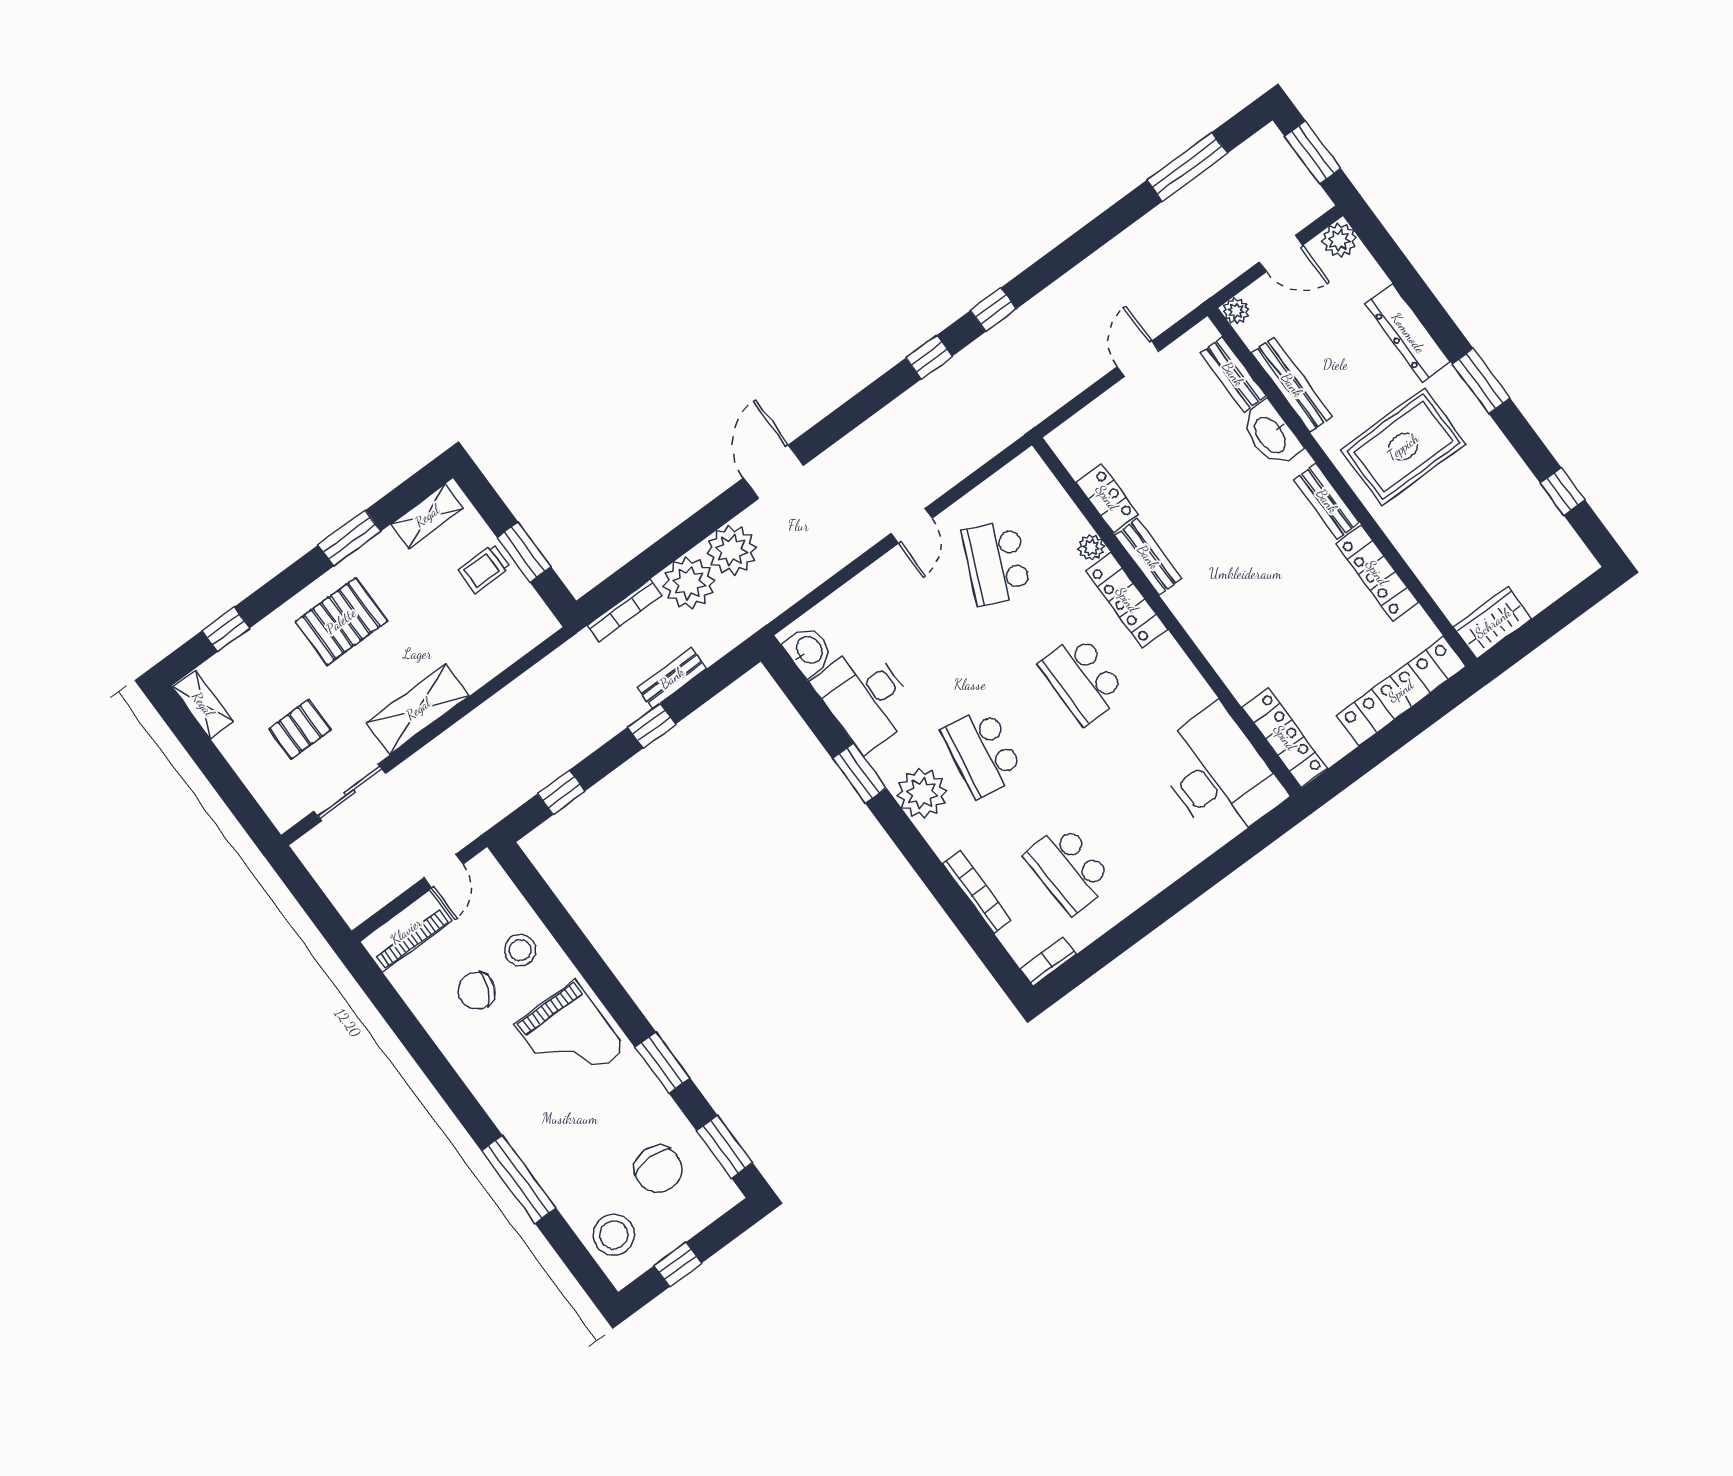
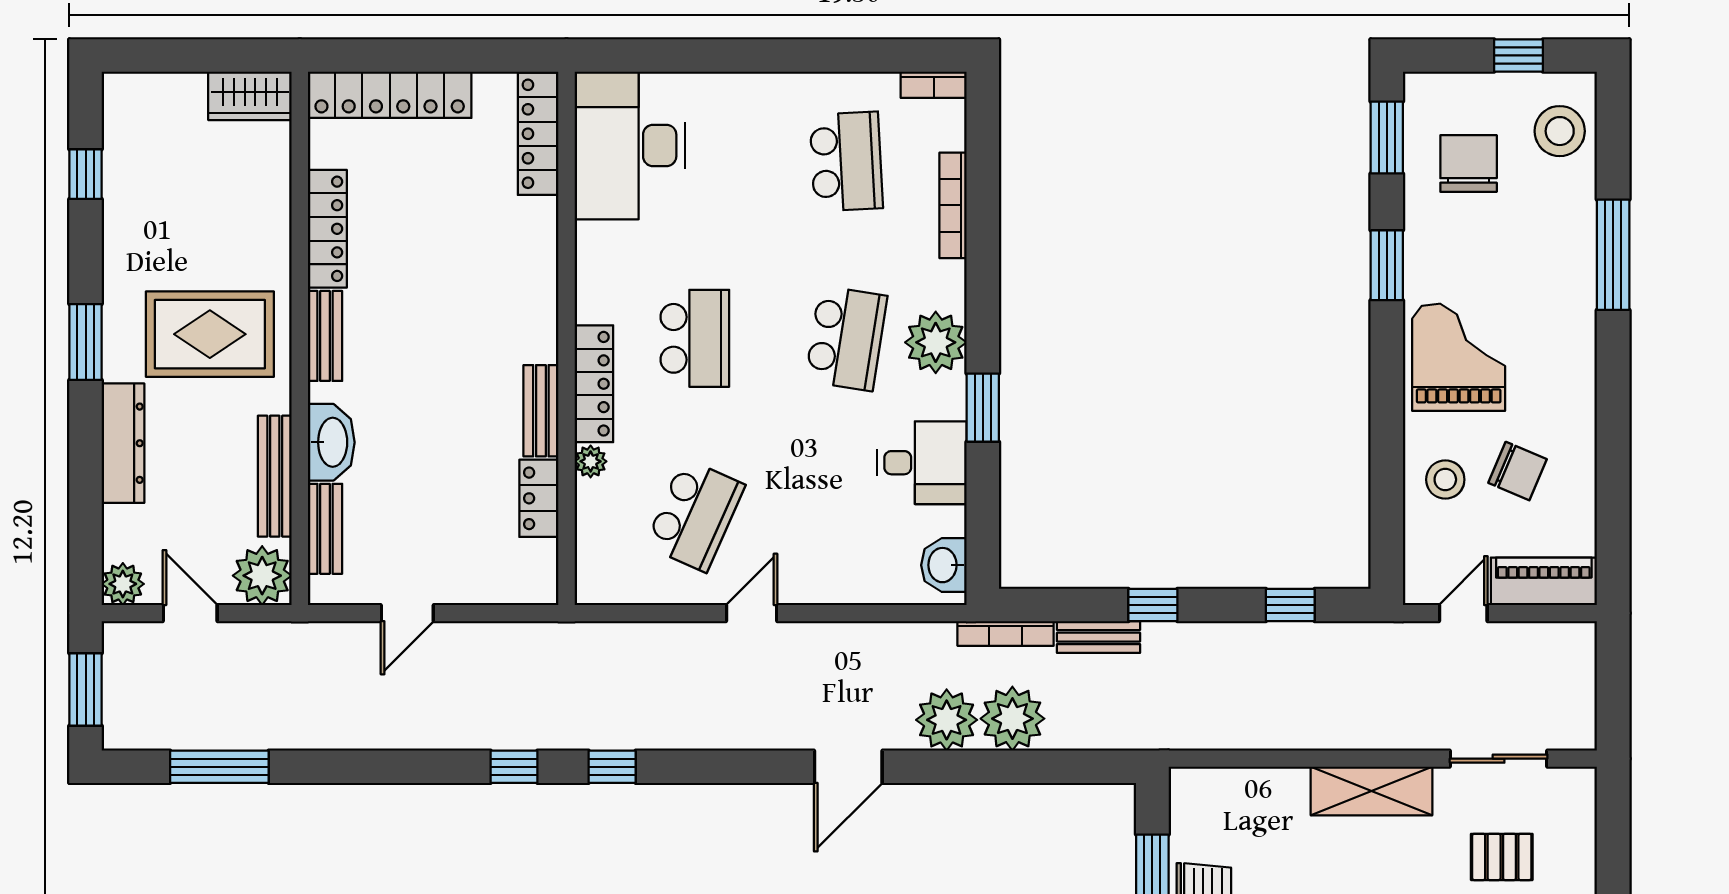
plant: (1236, 311) -> (262, 576), width x1.87, depth x1.87
bookcase: (625, 610) -> (1006, 634), moved, turned 180
desk: (865, 697) -> (922, 463), width x0.73

